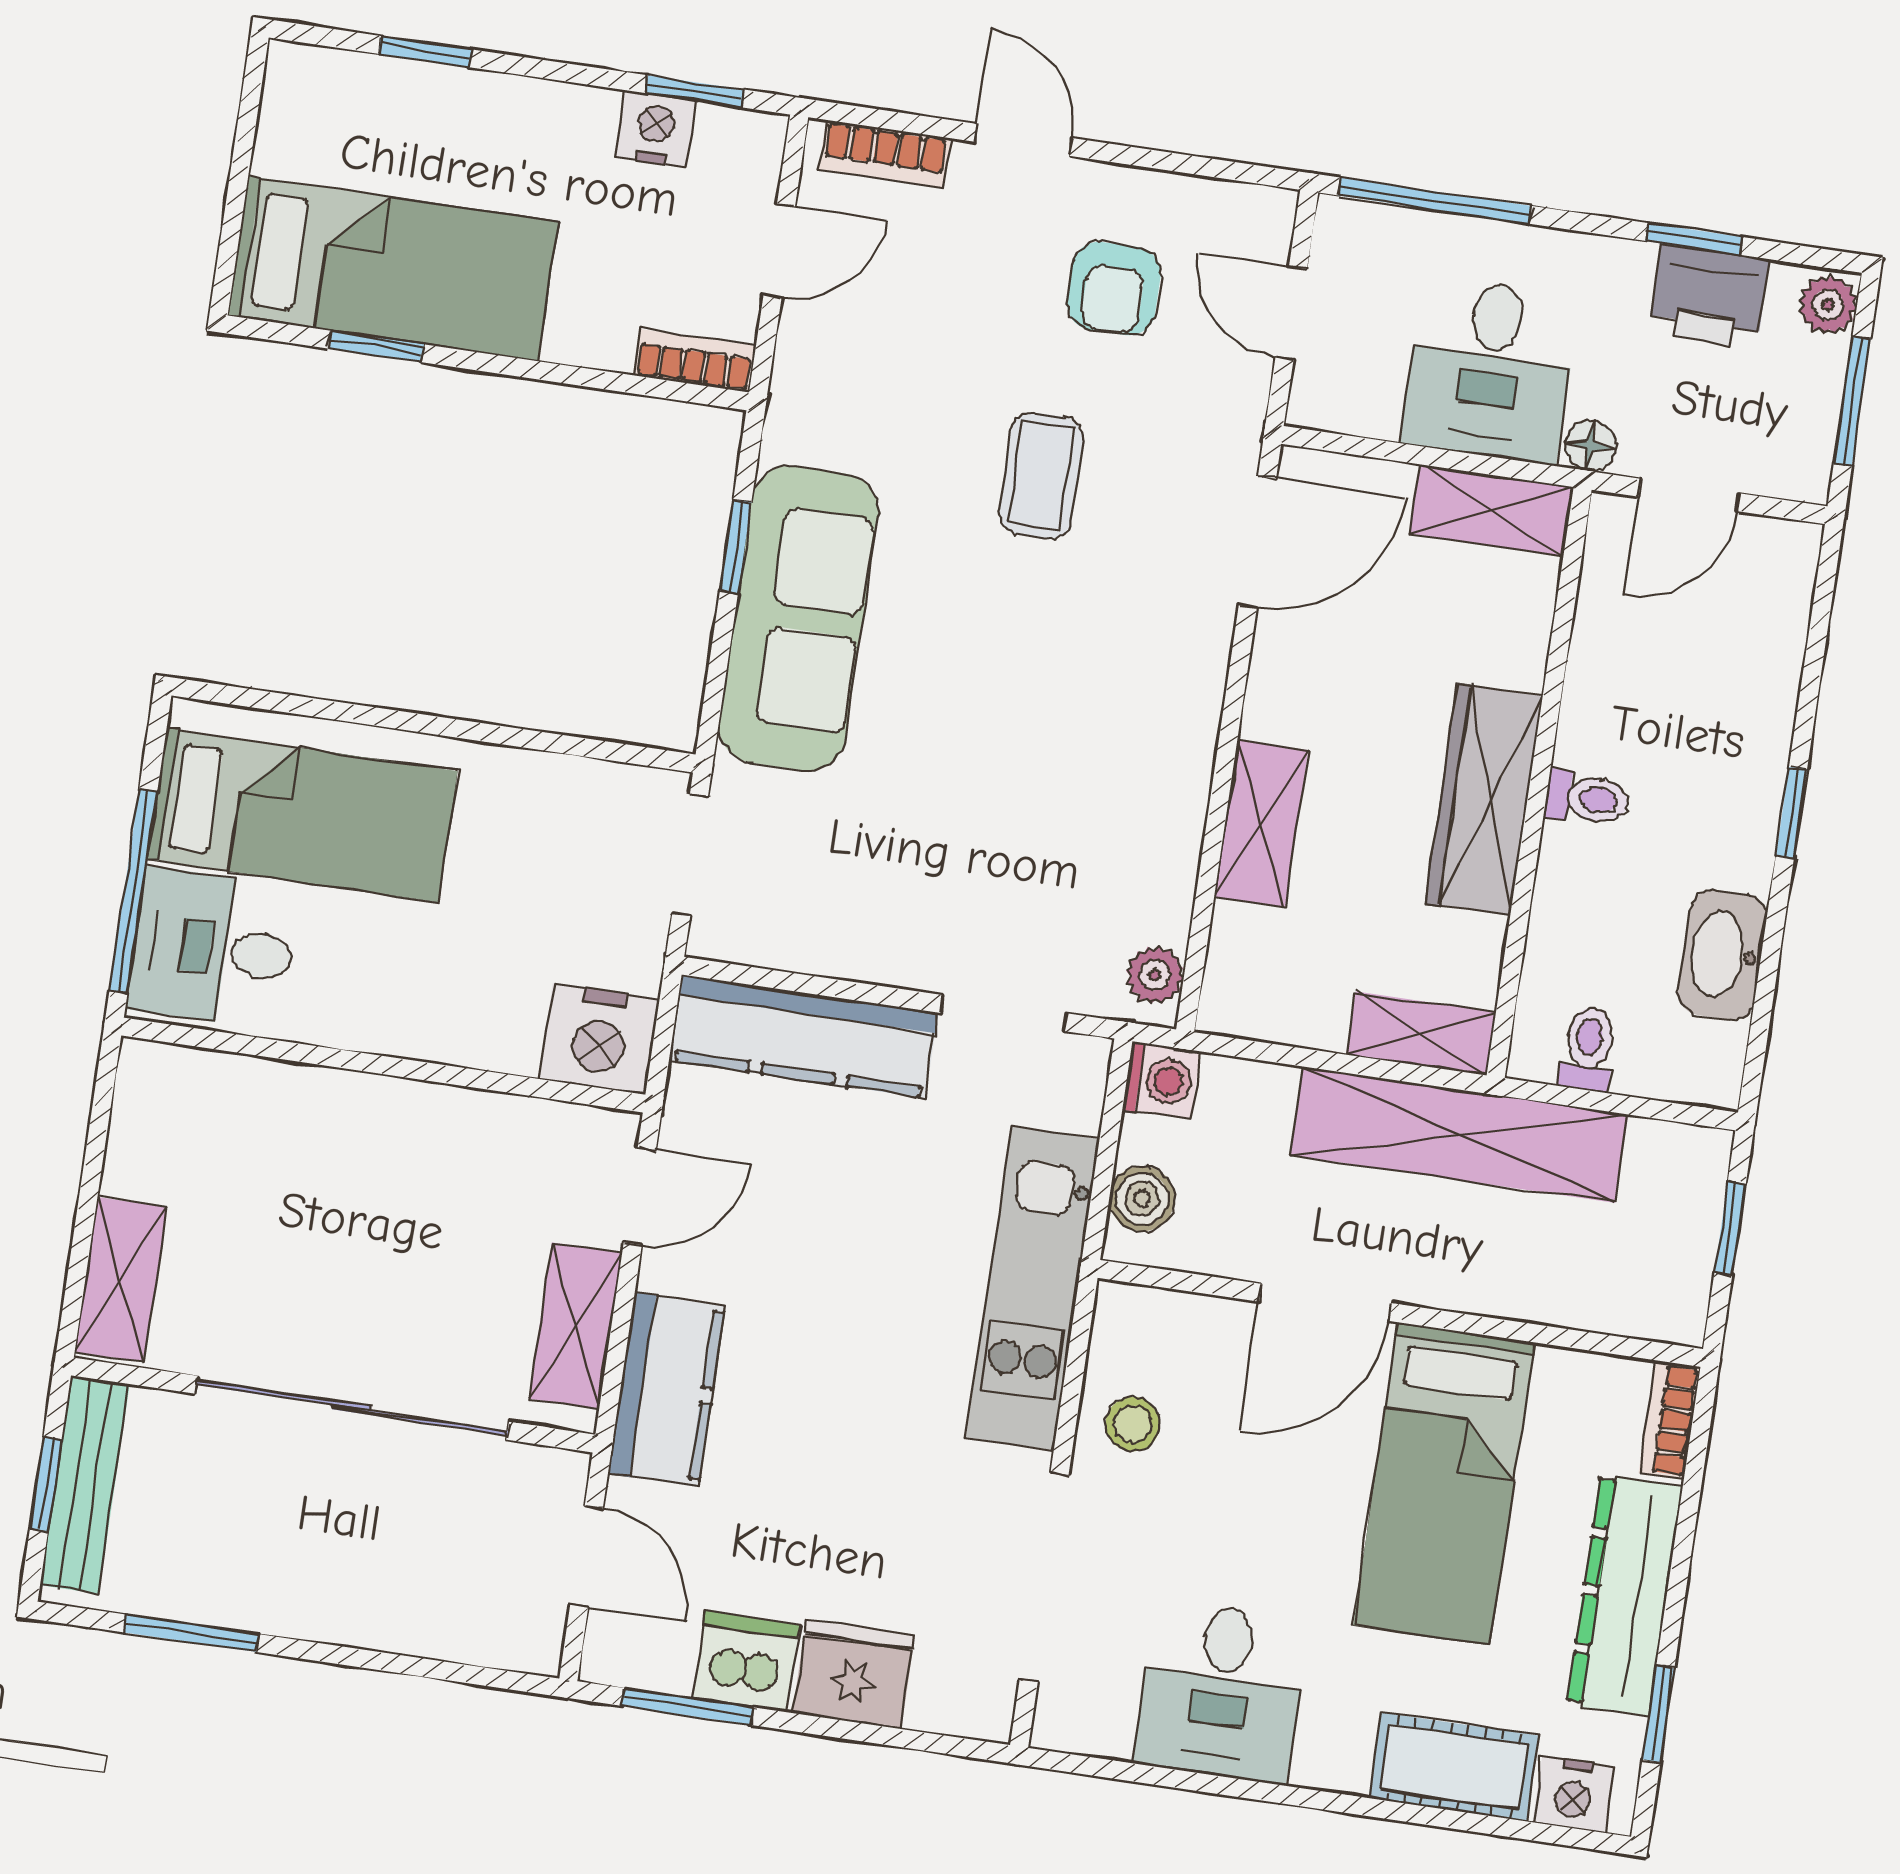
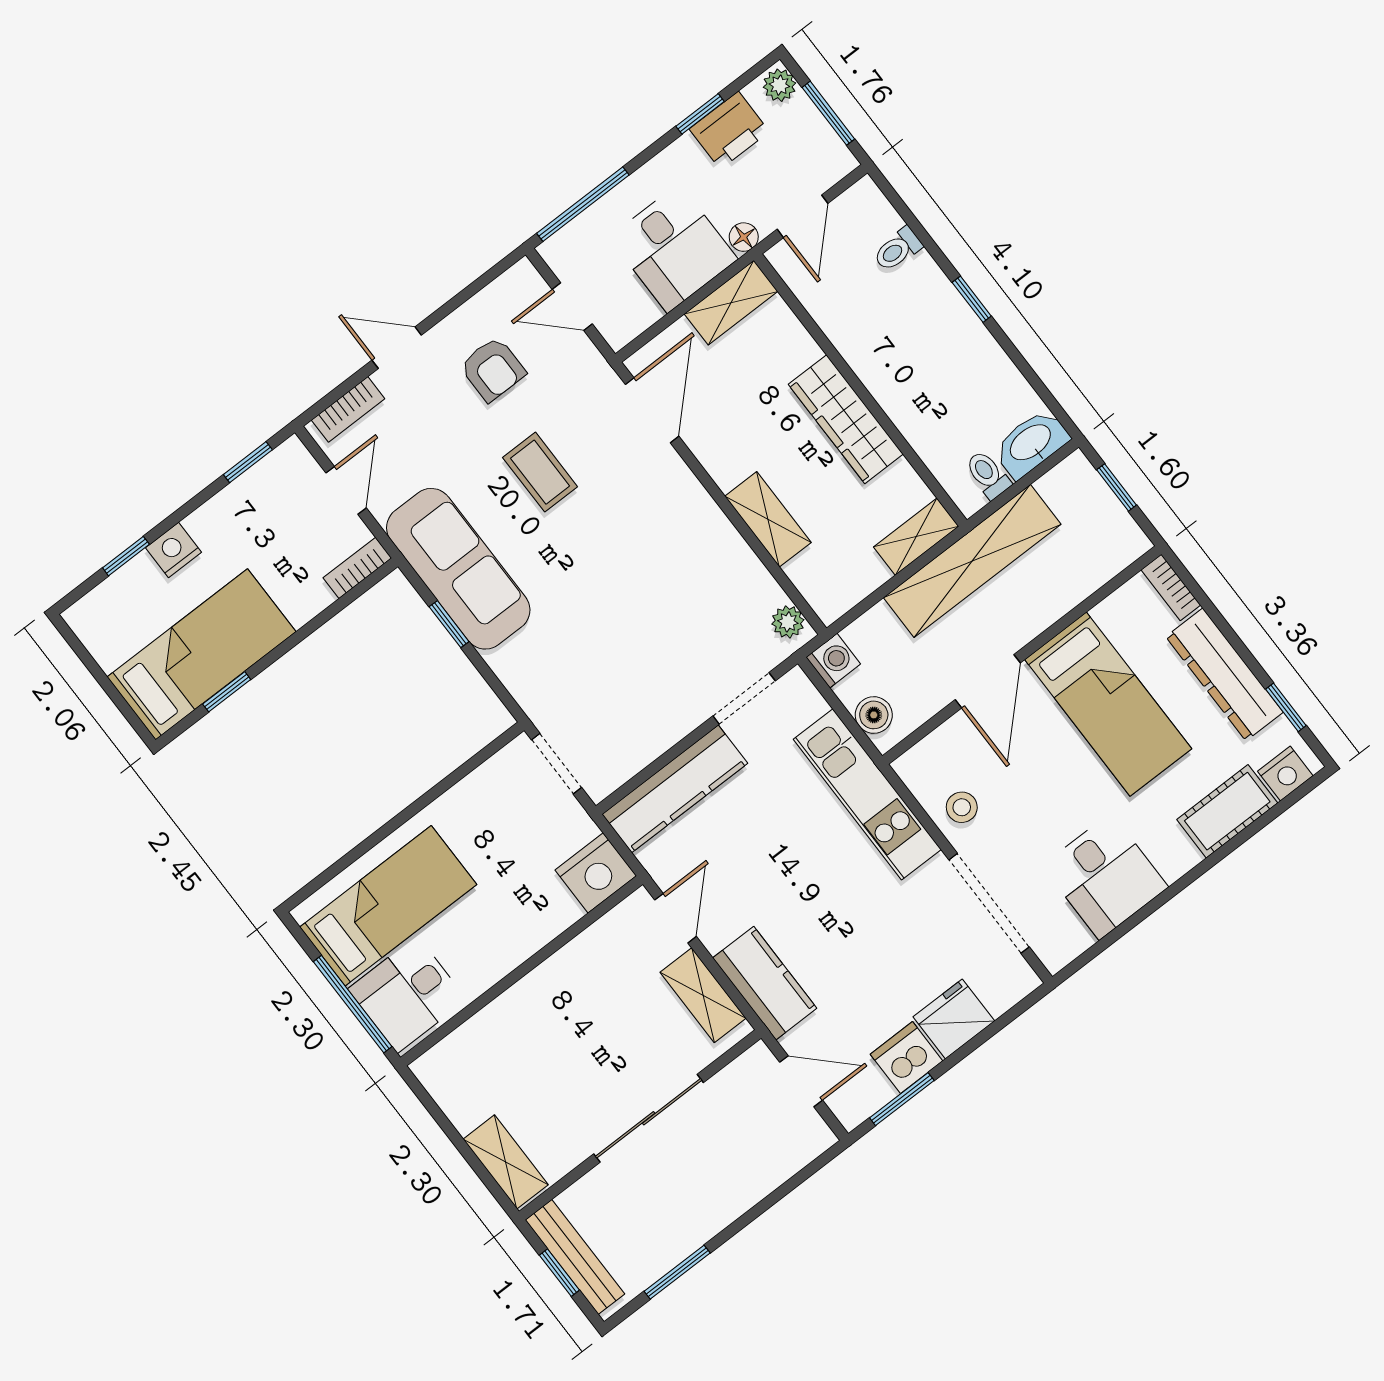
nightstand: (656, 129) -> (174, 550), moved
sofa: (798, 618) -> (458, 569), moved
toilet: (1587, 798) -> (898, 249), moved, turned 180
washbasin: (1722, 955) -> (1031, 443), moved, turned 90
sliding door: (352, 1408) -> (649, 1118), width x0.73

